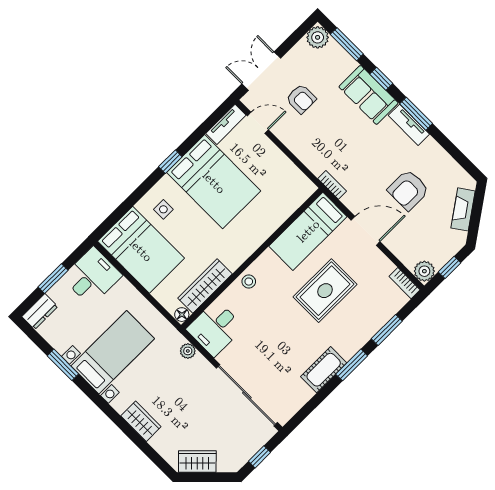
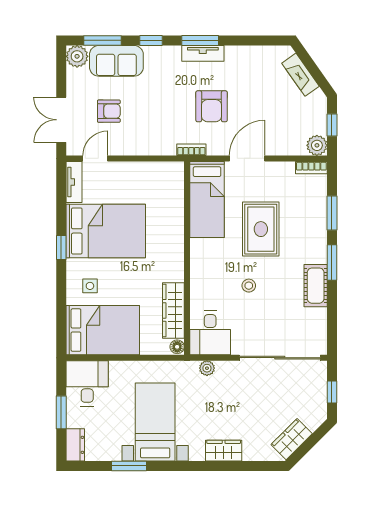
sofa: (369, 95) -> (116, 61), moved
armchair: (408, 190) -> (212, 106), moved
stool: (249, 282) -> (249, 286), moved

